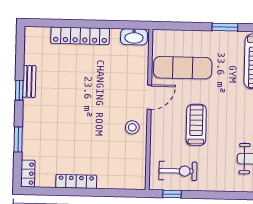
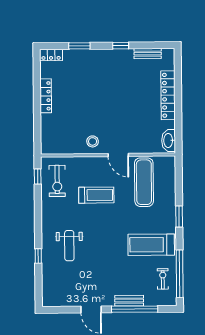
bench: (29, 81) -> (148, 54), moved

